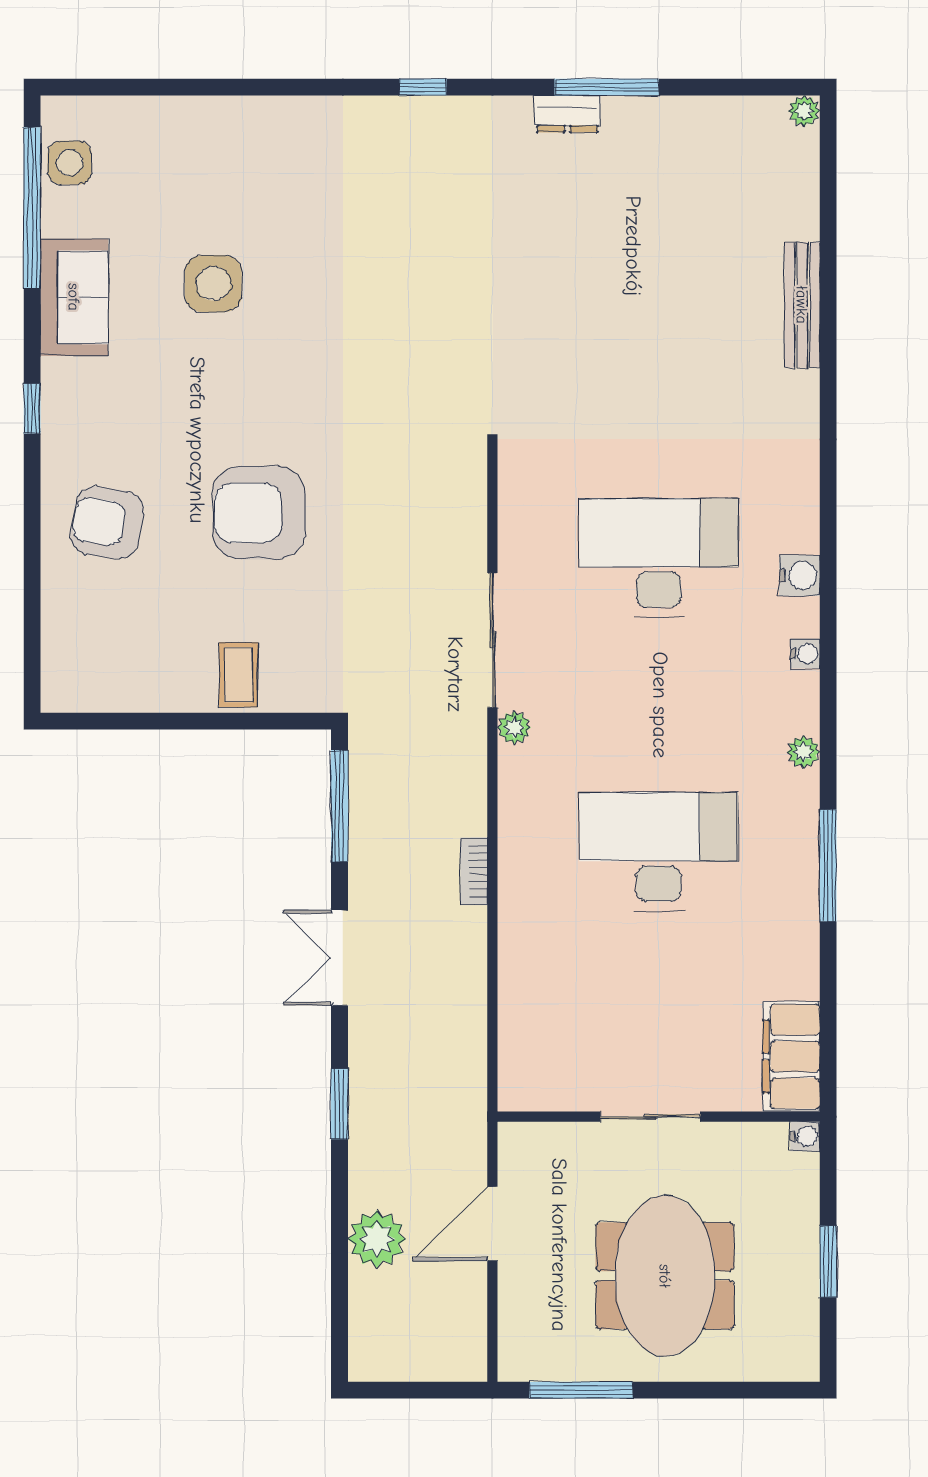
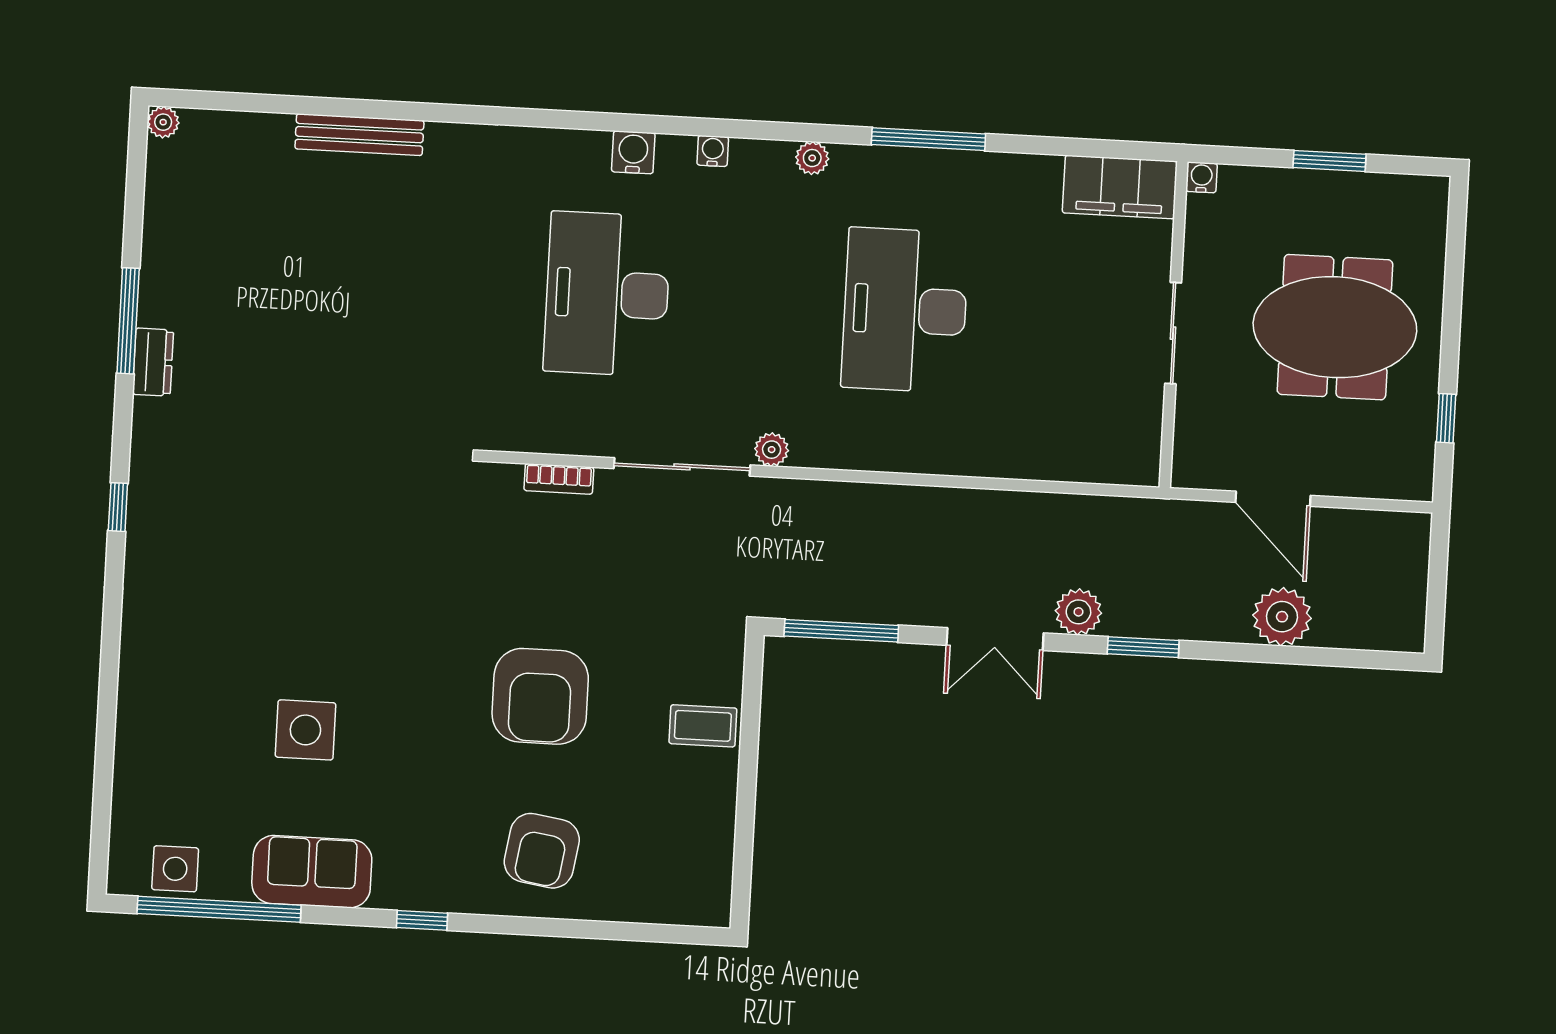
bookcase: (474, 871) -> (559, 479), moved
plant: (371, 1038) -> (1078, 612), added
window: (581, 1390) -> (1446, 418), width x0.46

